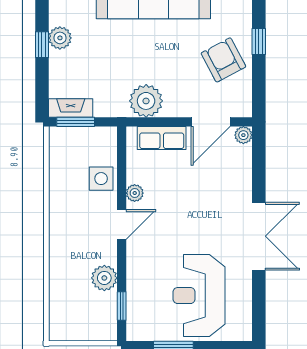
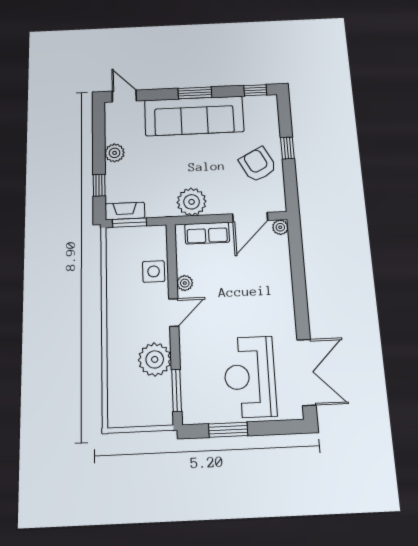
window: (42, 45) -> (99, 185), moved
double door: (259, 236) -> (306, 372), moved
plant: (104, 278) -> (155, 359), width x1.36, depth x1.36
window: (122, 306) -> (177, 390), width x1.50

